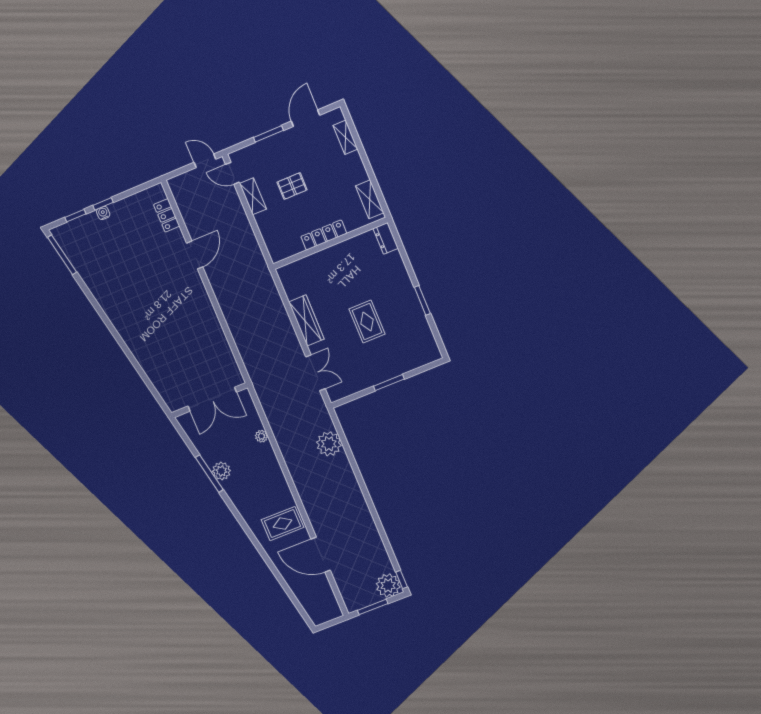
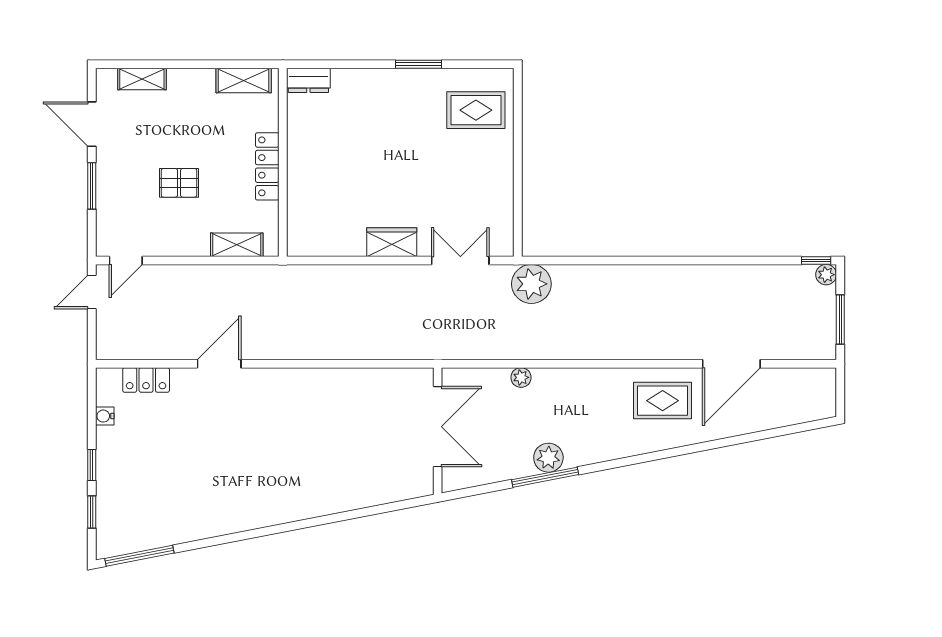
pallet: (292, 186) -> (179, 183), turned 90
shelving: (253, 196) -> (237, 245), moved
water cooler: (103, 213) -> (105, 416), moved
door: (195, 255) -> (219, 364), hinge flipped
wardrobe: (306, 320) -> (392, 242), width x0.67
rug: (367, 322) -> (476, 110), moved
window: (389, 383) -> (518, 160), removed
plant: (329, 444) -> (531, 284), moved
rug: (283, 524) -> (663, 401), turned 90
plant: (388, 585) -> (826, 275), width x0.53, depth x0.53

